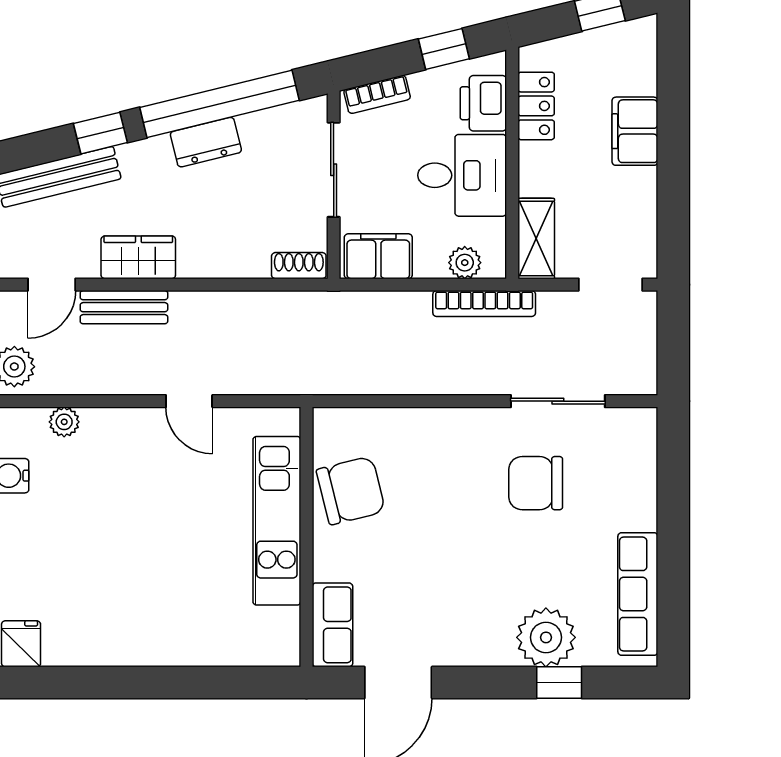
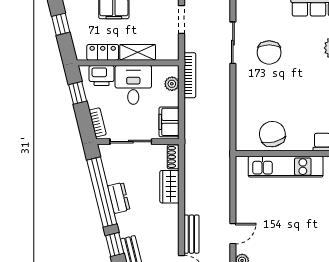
shelving: (536, 239) -> (138, 52), moved
wardrobe: (138, 257) -> (169, 187), moved
door: (189, 401) -> (233, 234), moved

